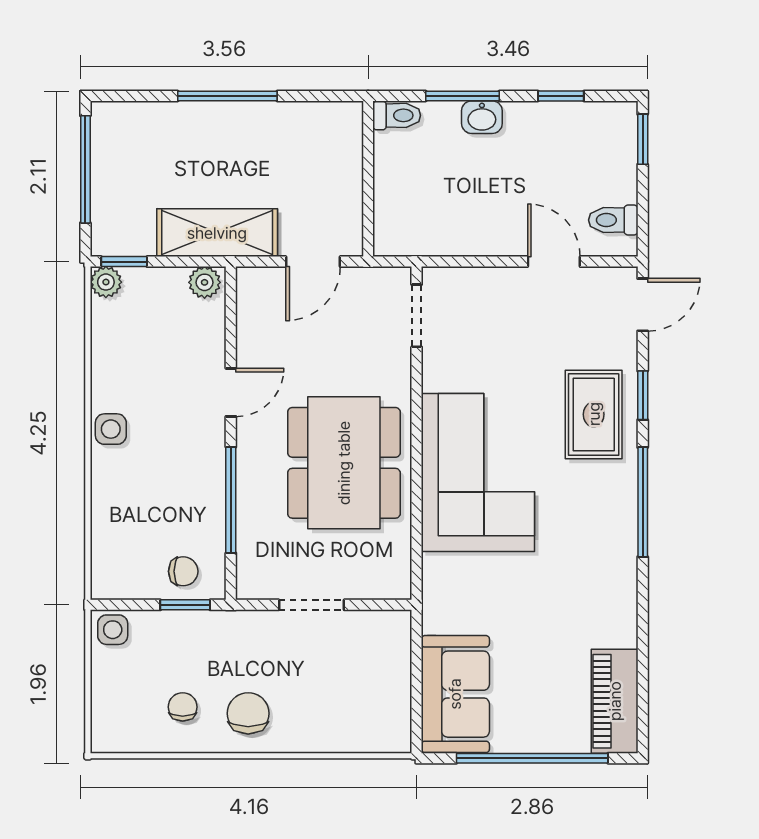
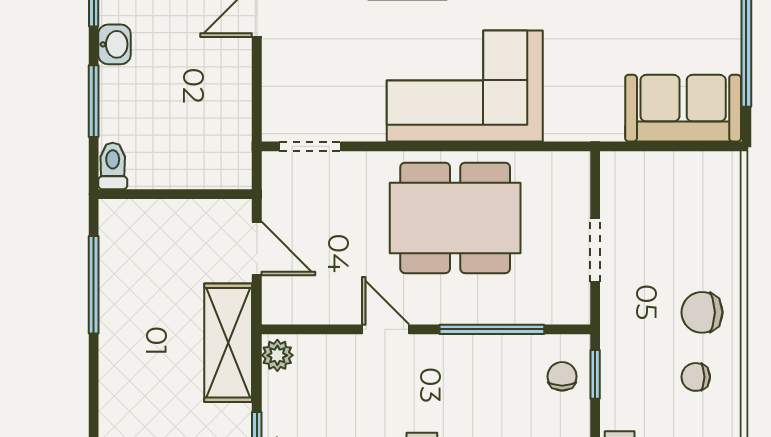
window: (227, 96) -> (94, 285), moved
washbasin: (482, 117) -> (114, 44), moved

